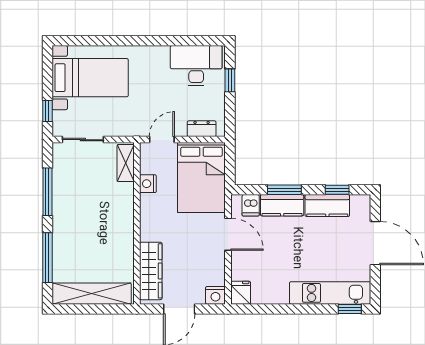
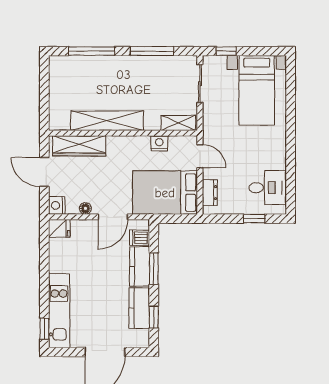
desk: (196, 66) -> (268, 188), width x0.73
floor lamp: (219, 264) -> (85, 208), added
shelving: (92, 294) -> (107, 121), moved, turned 90

